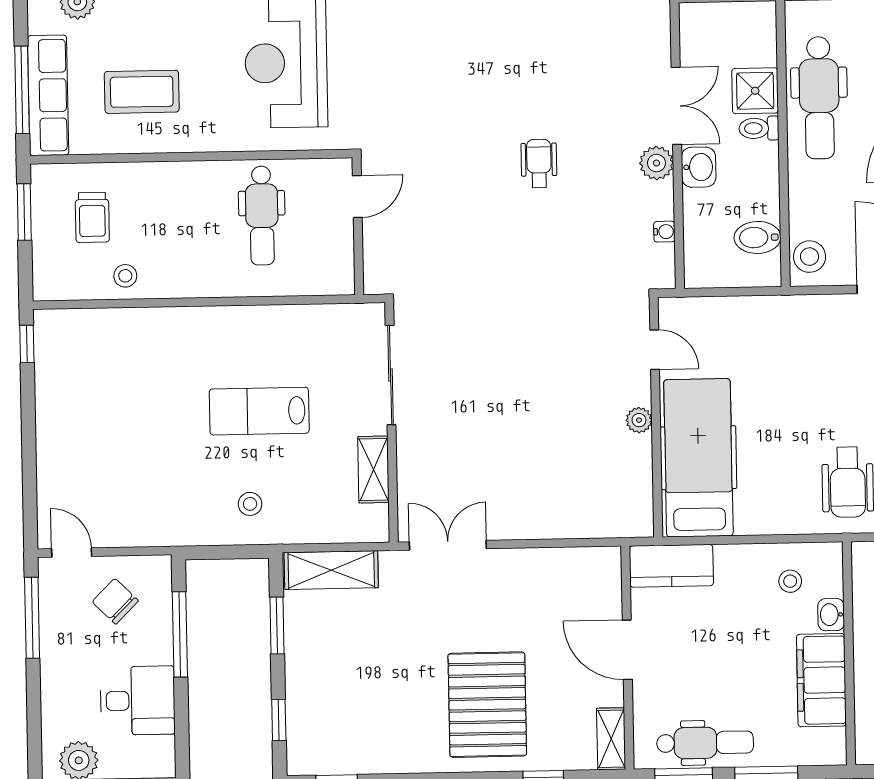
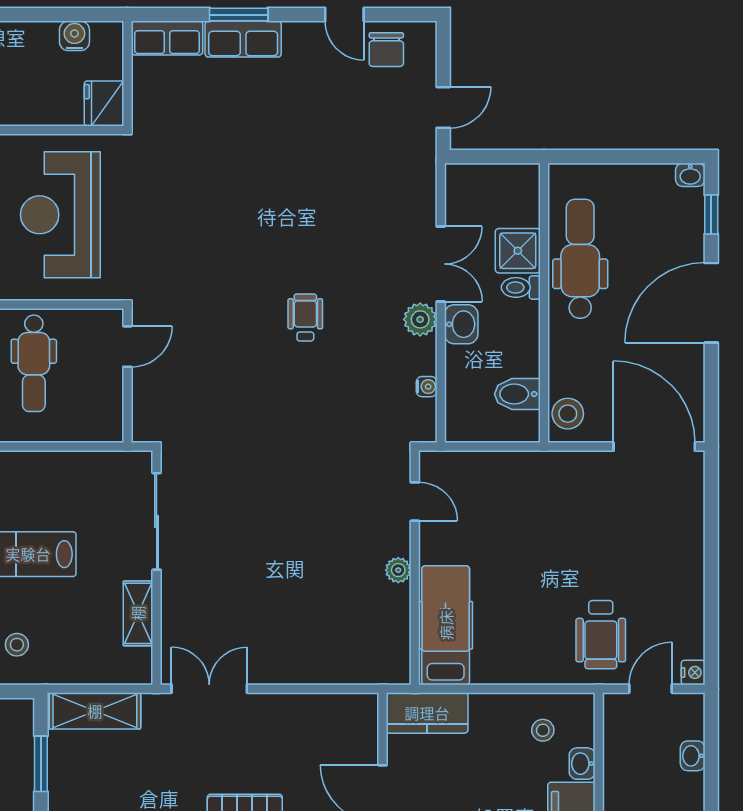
dental chair: (819, 98) -> (580, 259), turned 180
hospital bed: (698, 458) -> (446, 625), width x0.73, depth x0.78

